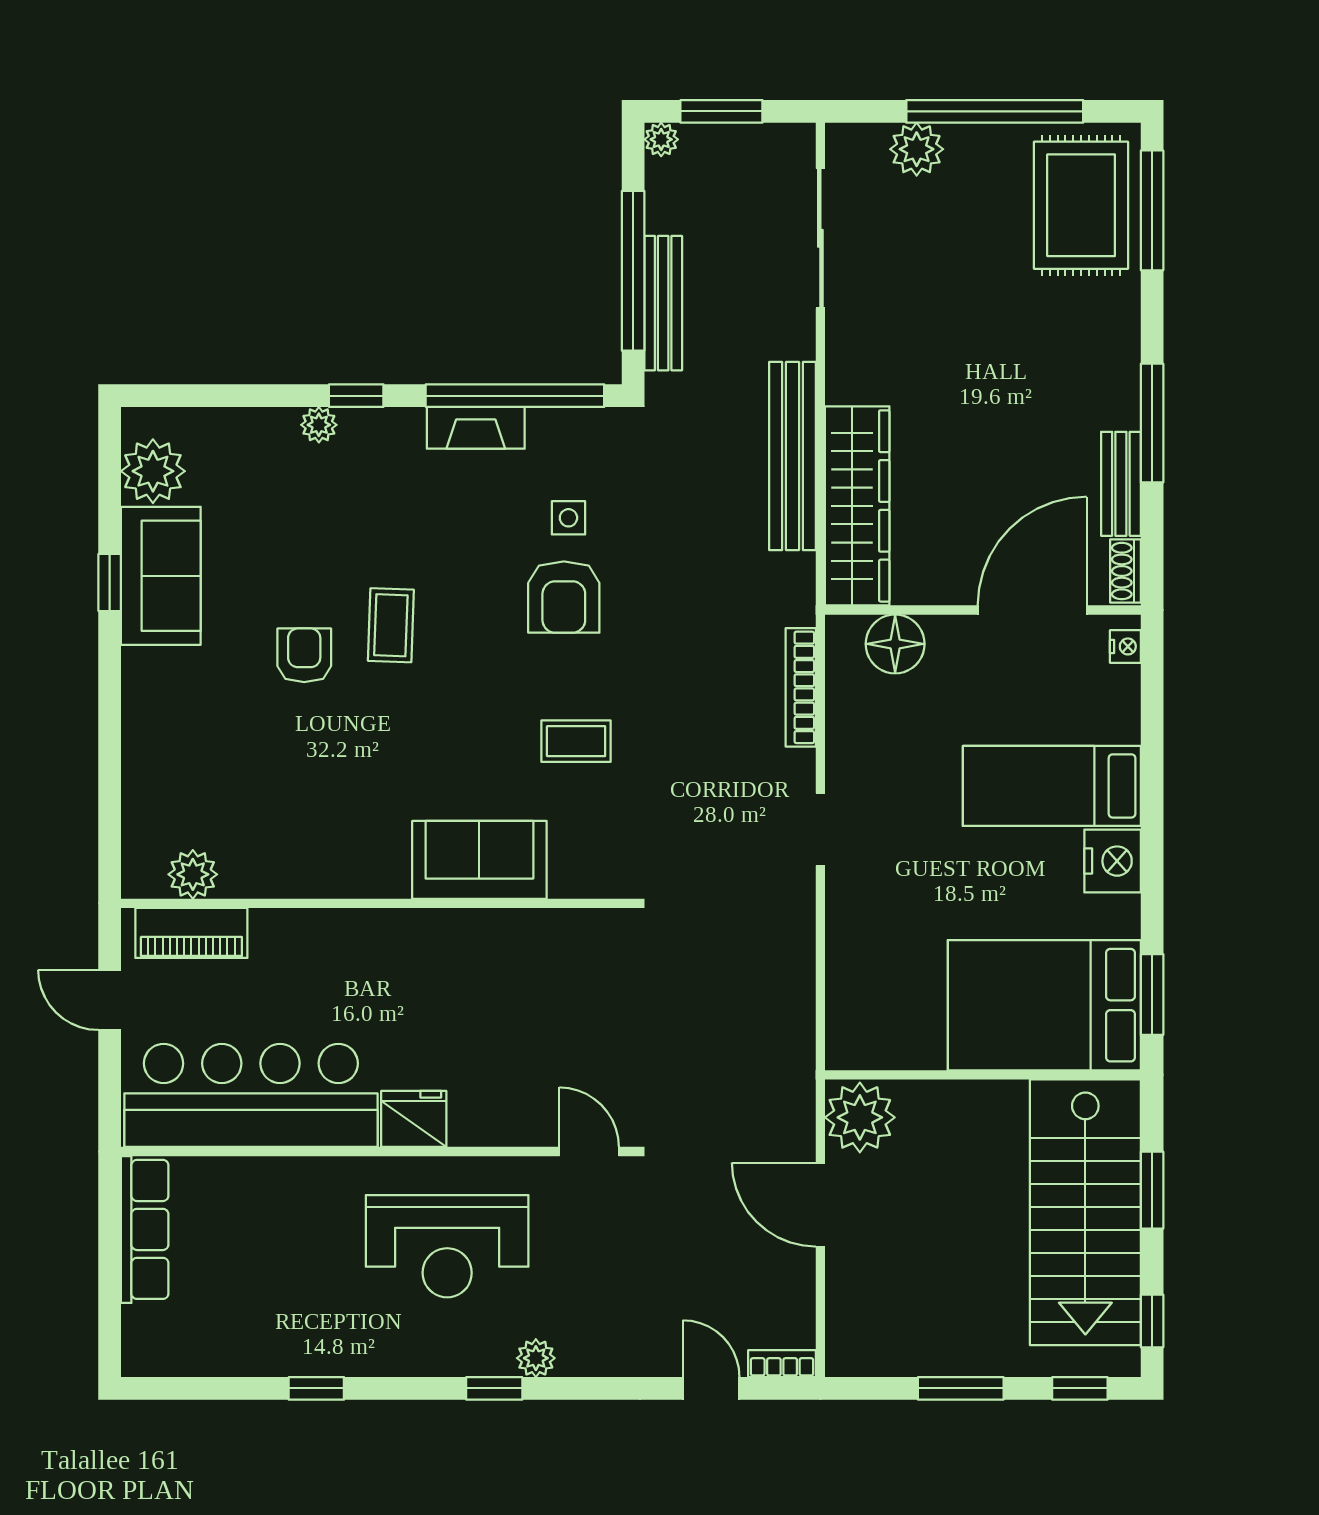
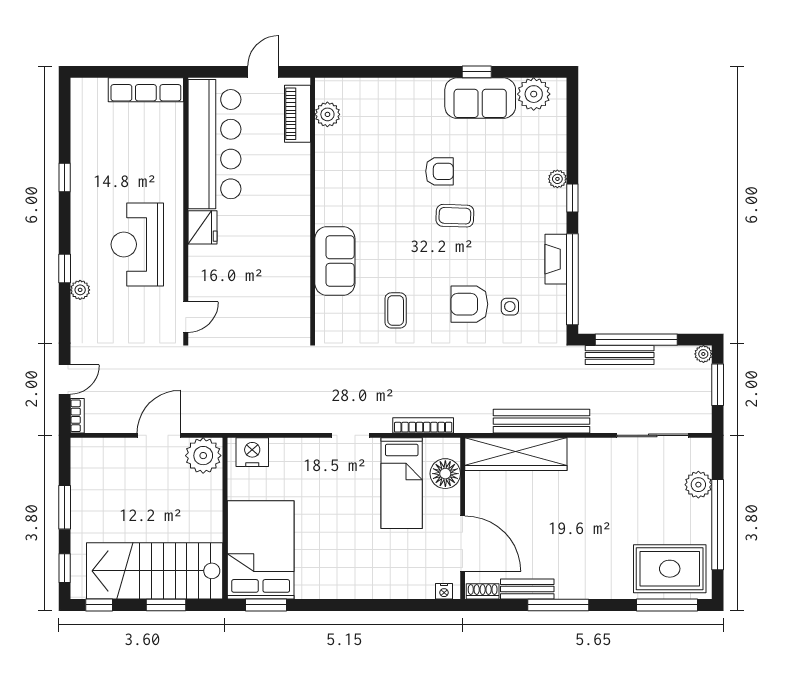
bed: (1052, 786) -> (402, 483), moved, turned 180
nightstand: (1113, 861) -> (252, 452), moved, turned 180

